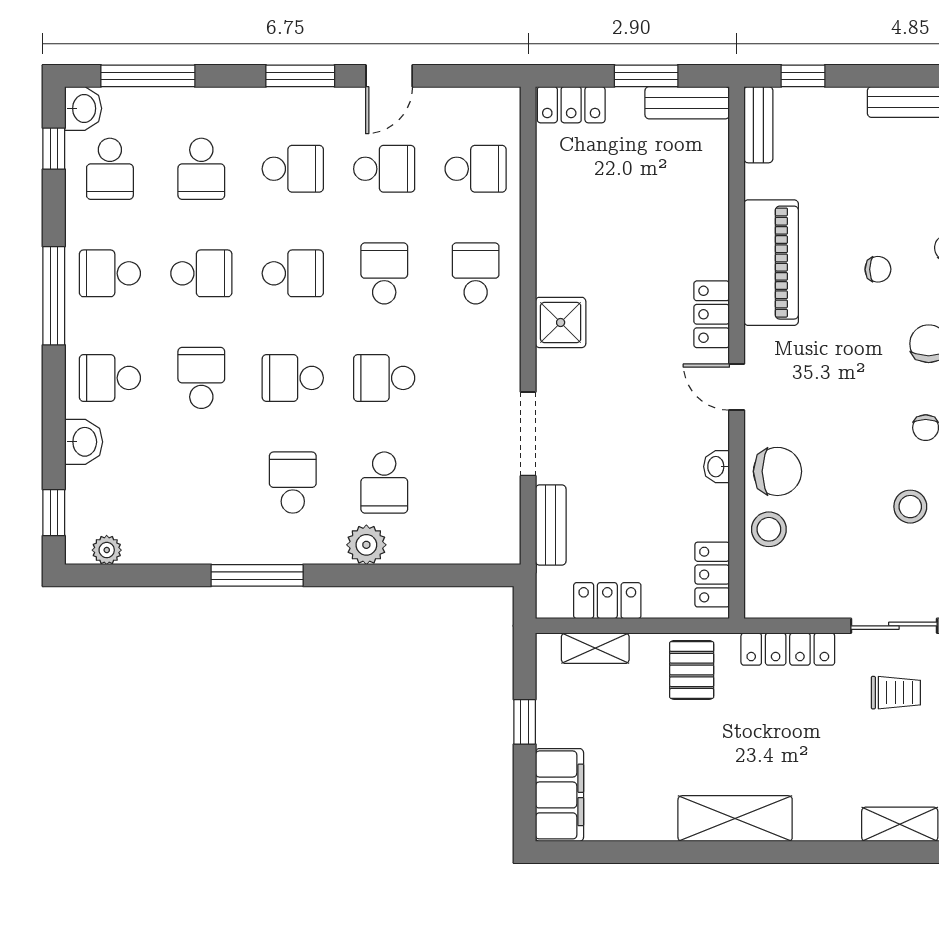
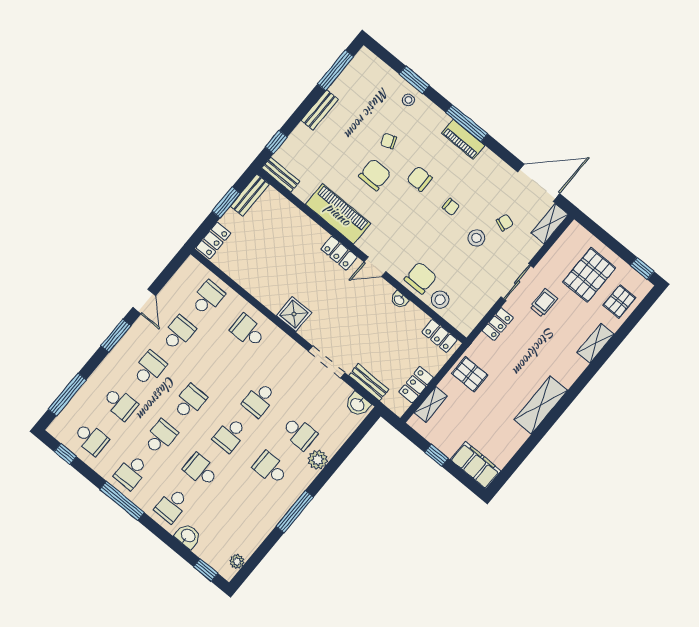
washbasin: (83, 108) -> (358, 404), moved, turned 180
chair: (878, 269) -> (375, 175), width x1.87, depth x1.87
school desk: (384, 273) -> (219, 366), removed
locker: (788, 649) -> (498, 324), width x0.66

